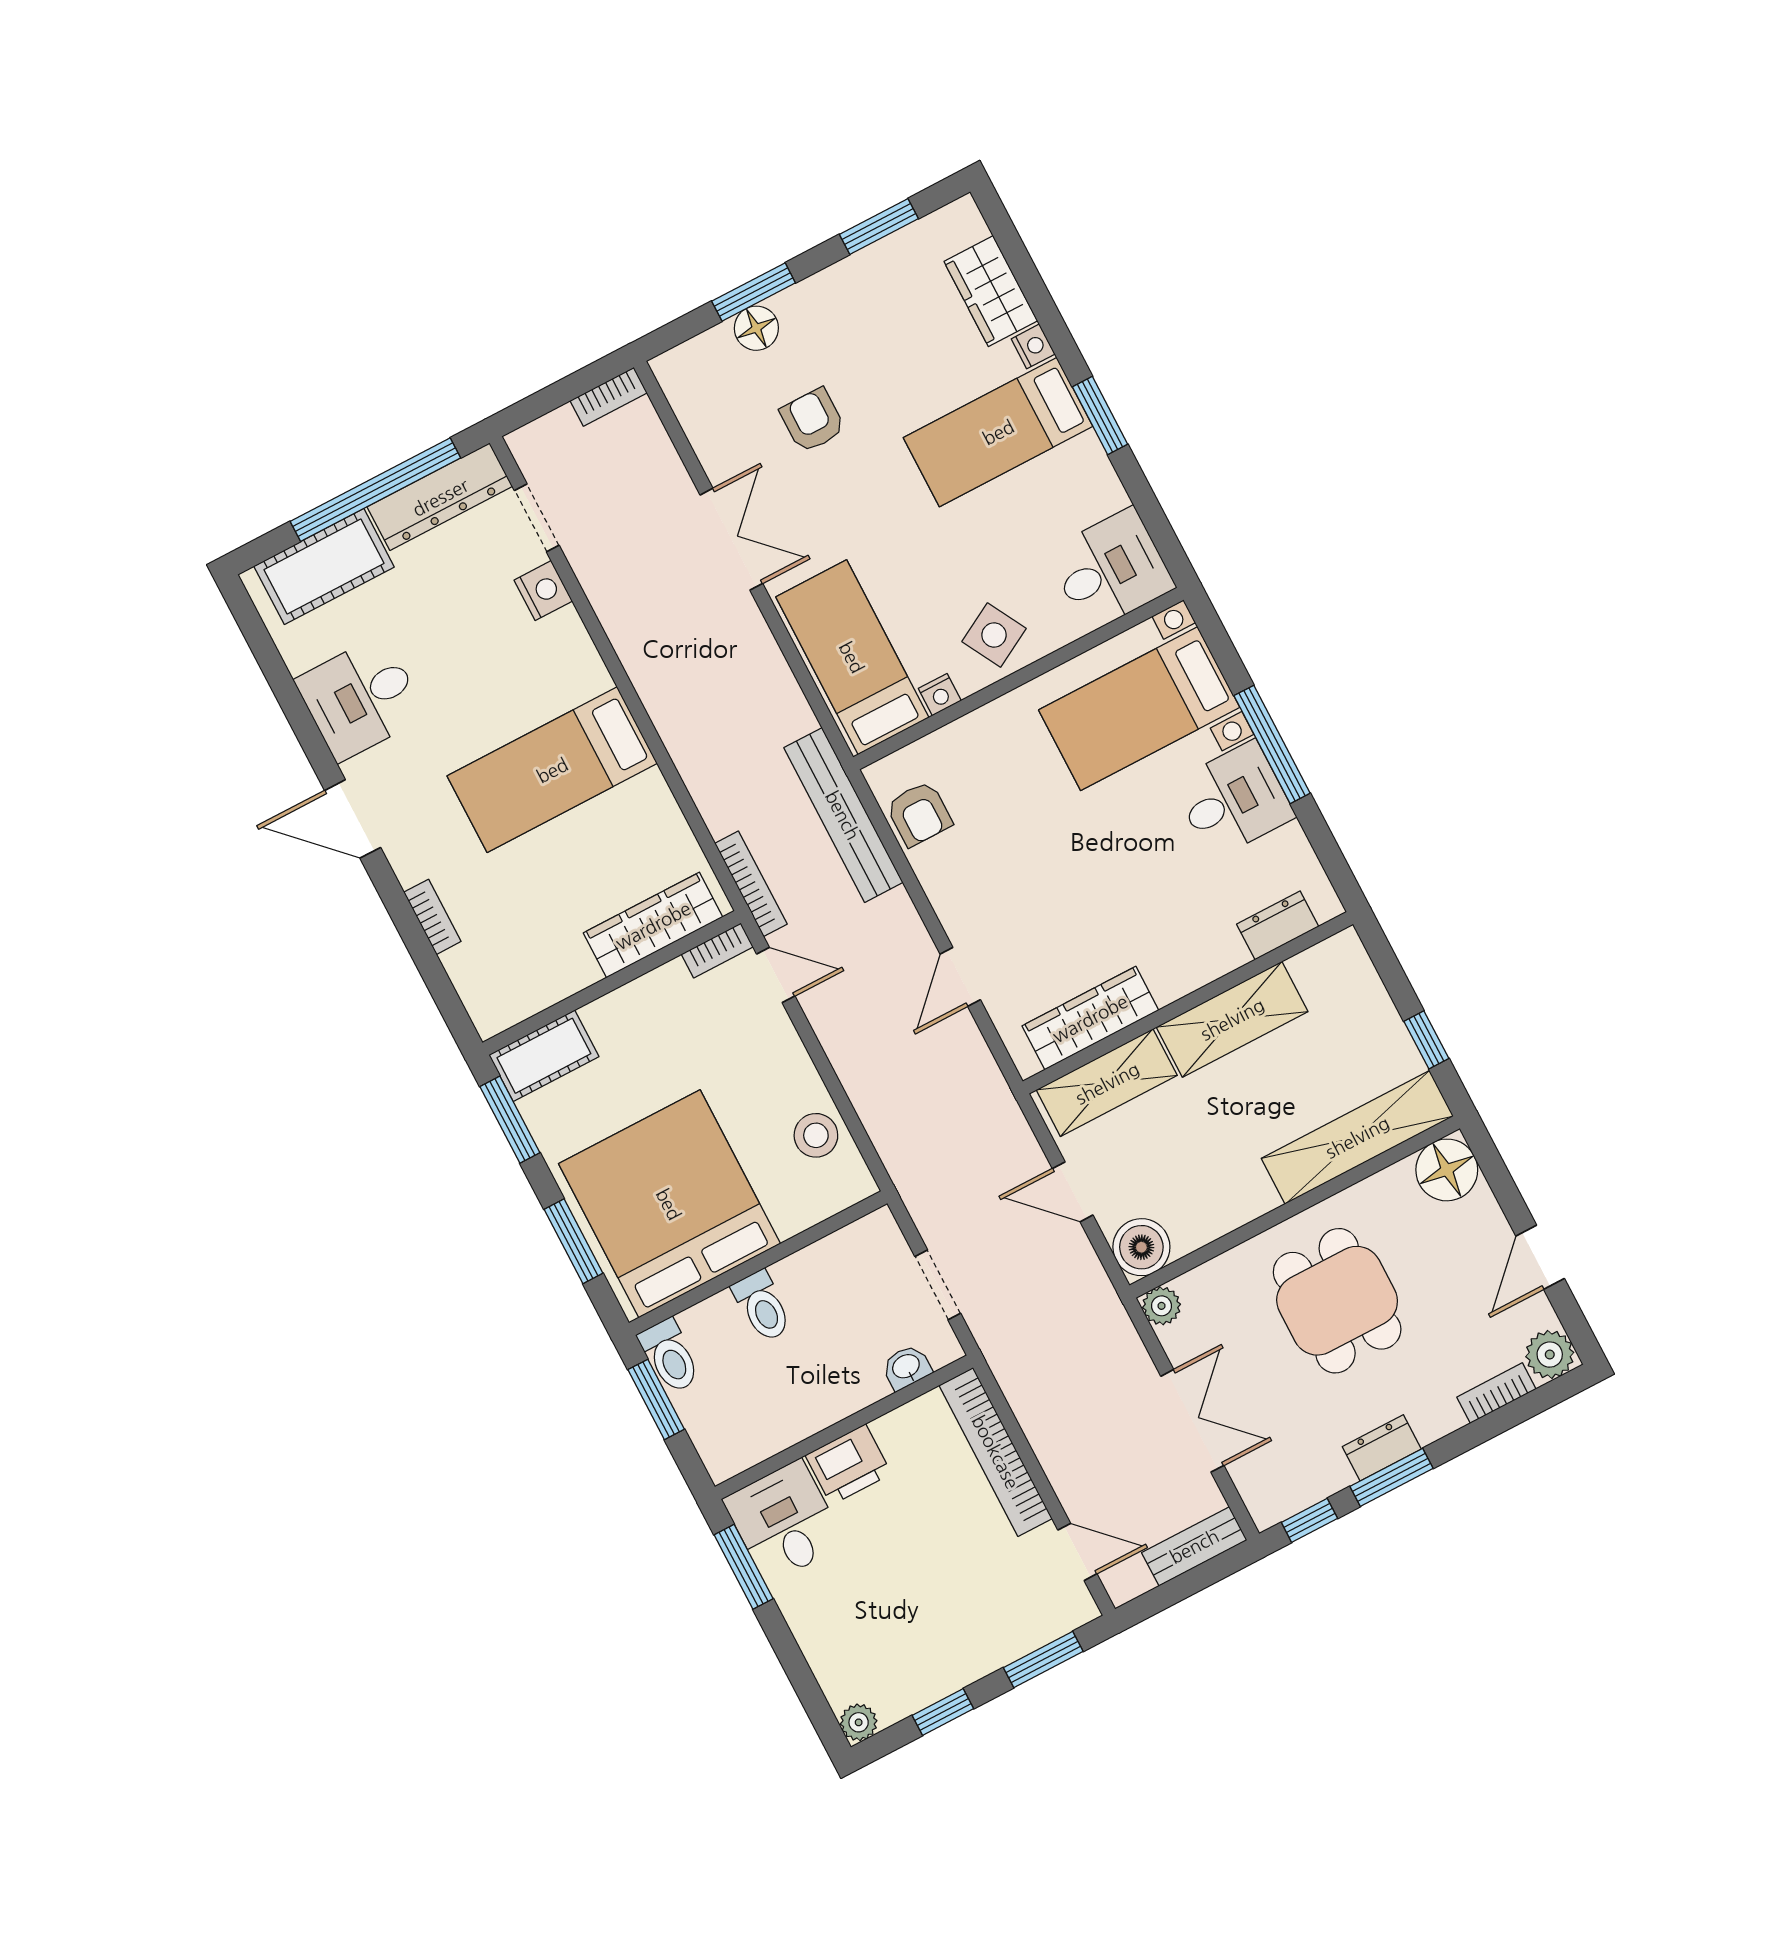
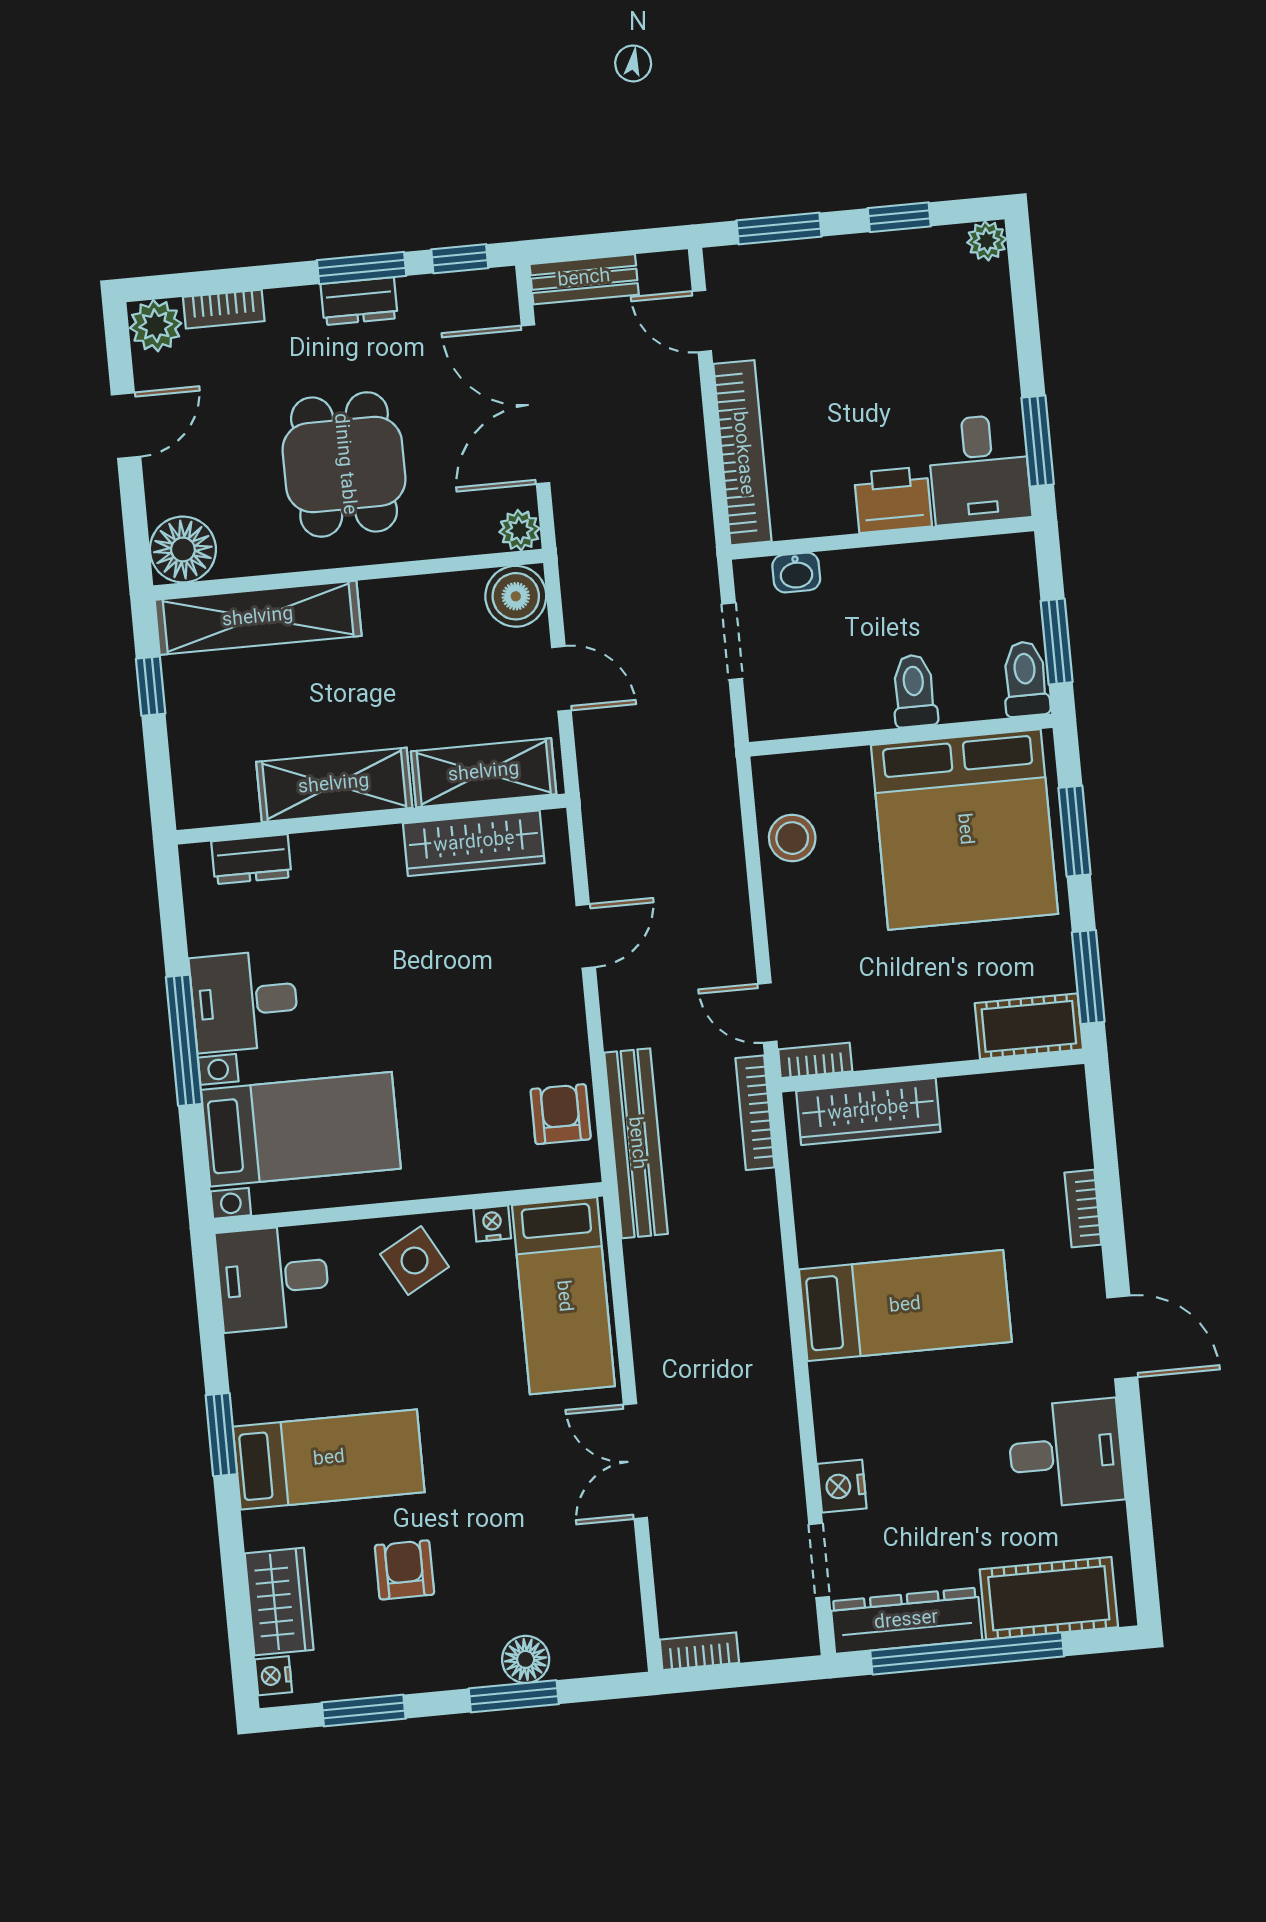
nightstand: (1033, 346) -> (273, 1676), moved
armchair: (813, 420) -> (404, 1570), moved, turned 180
double door: (1192, 1421) -> (535, 404), width x1.37

